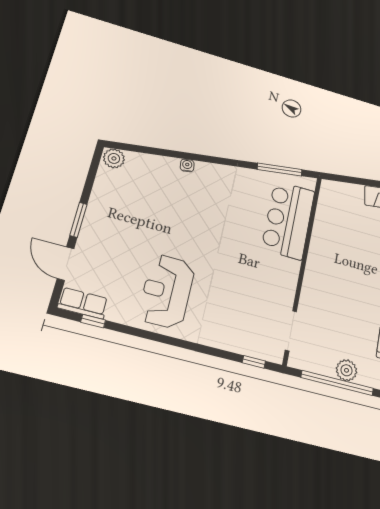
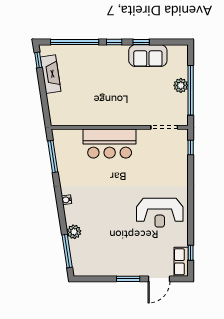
window: (143, 149) -> (67, 251), added
plant: (114, 158) -> (74, 232), moved
water cooler: (187, 165) -> (66, 200), moved
bar counter: (288, 220) -> (110, 143), moved

